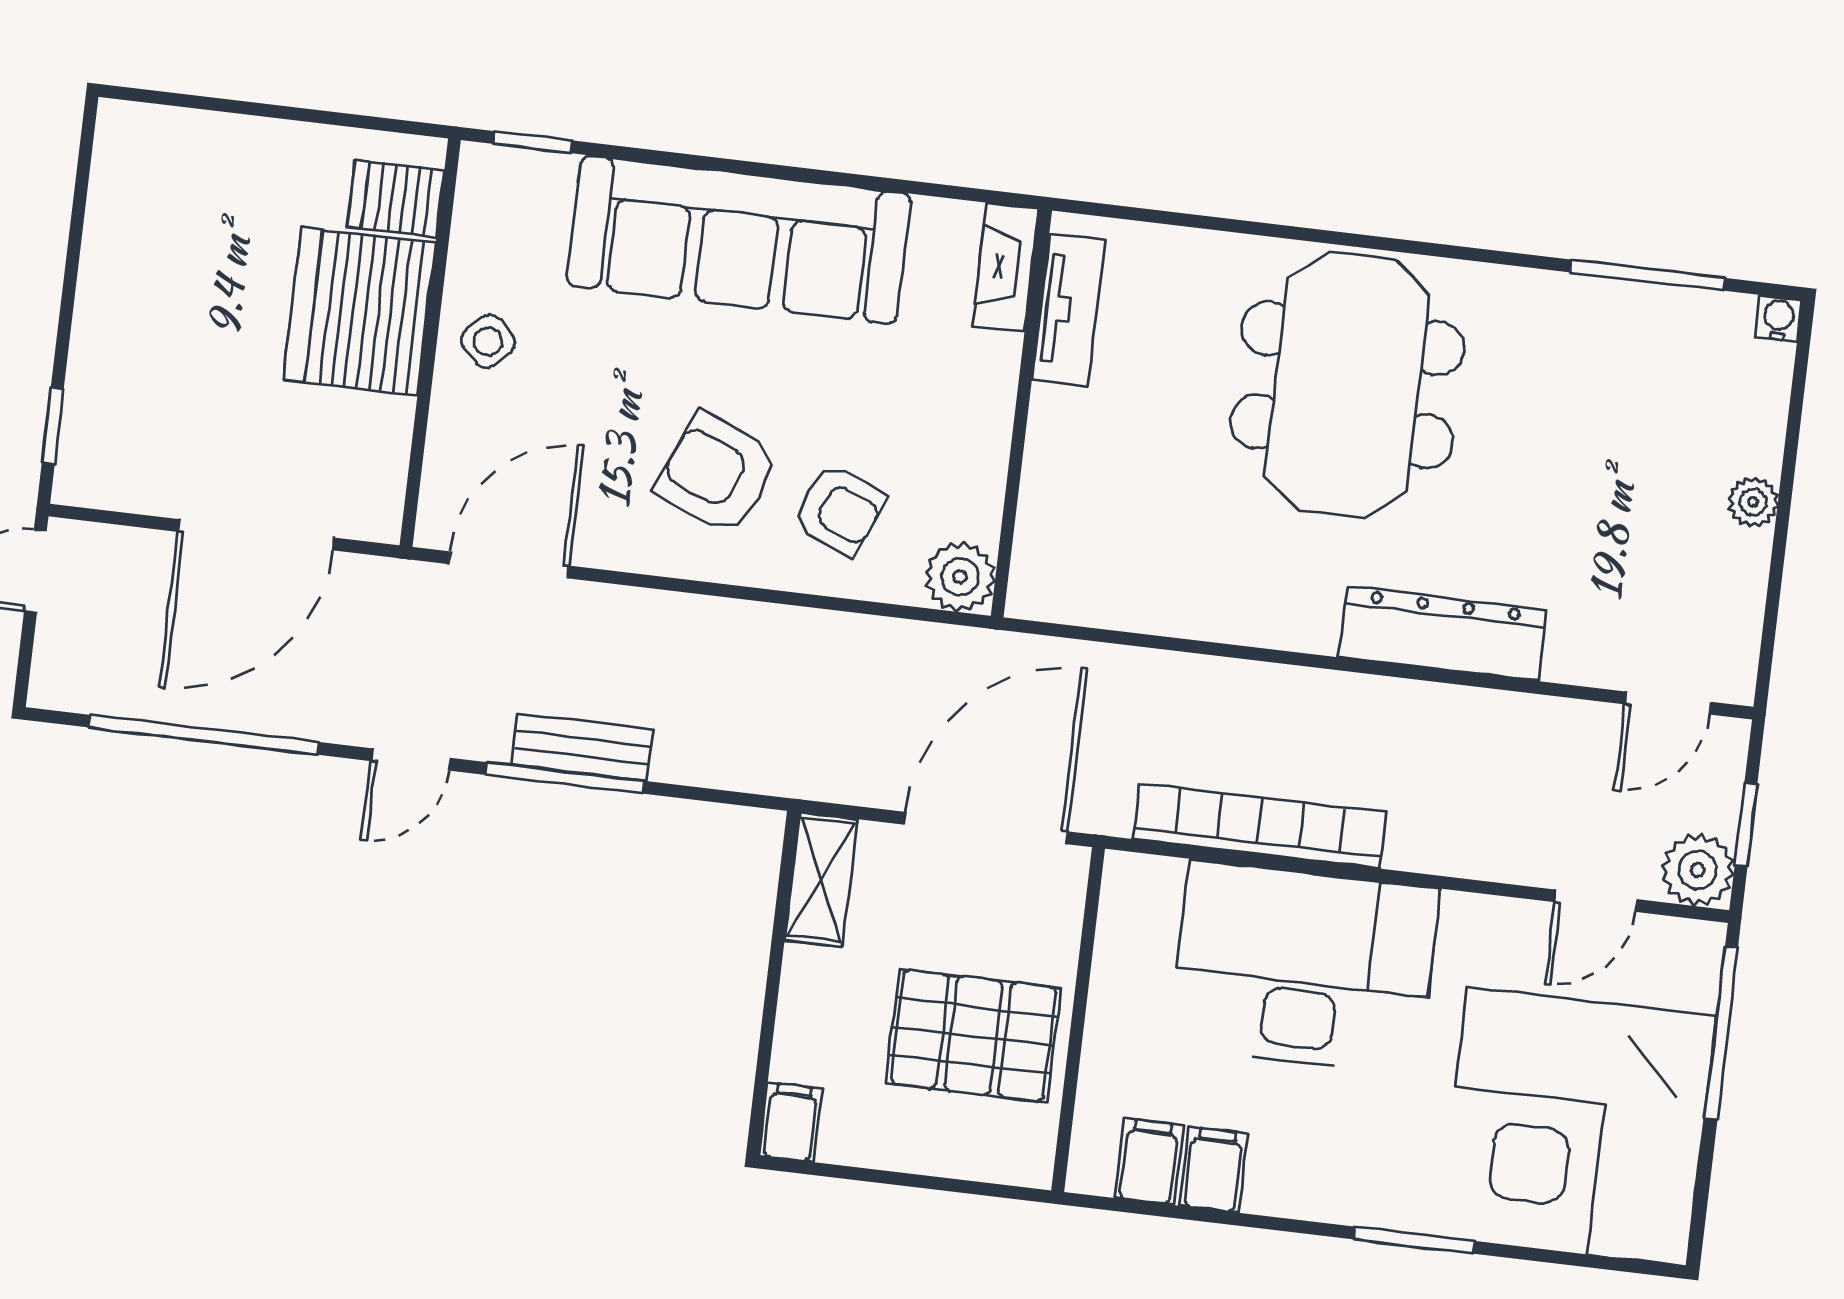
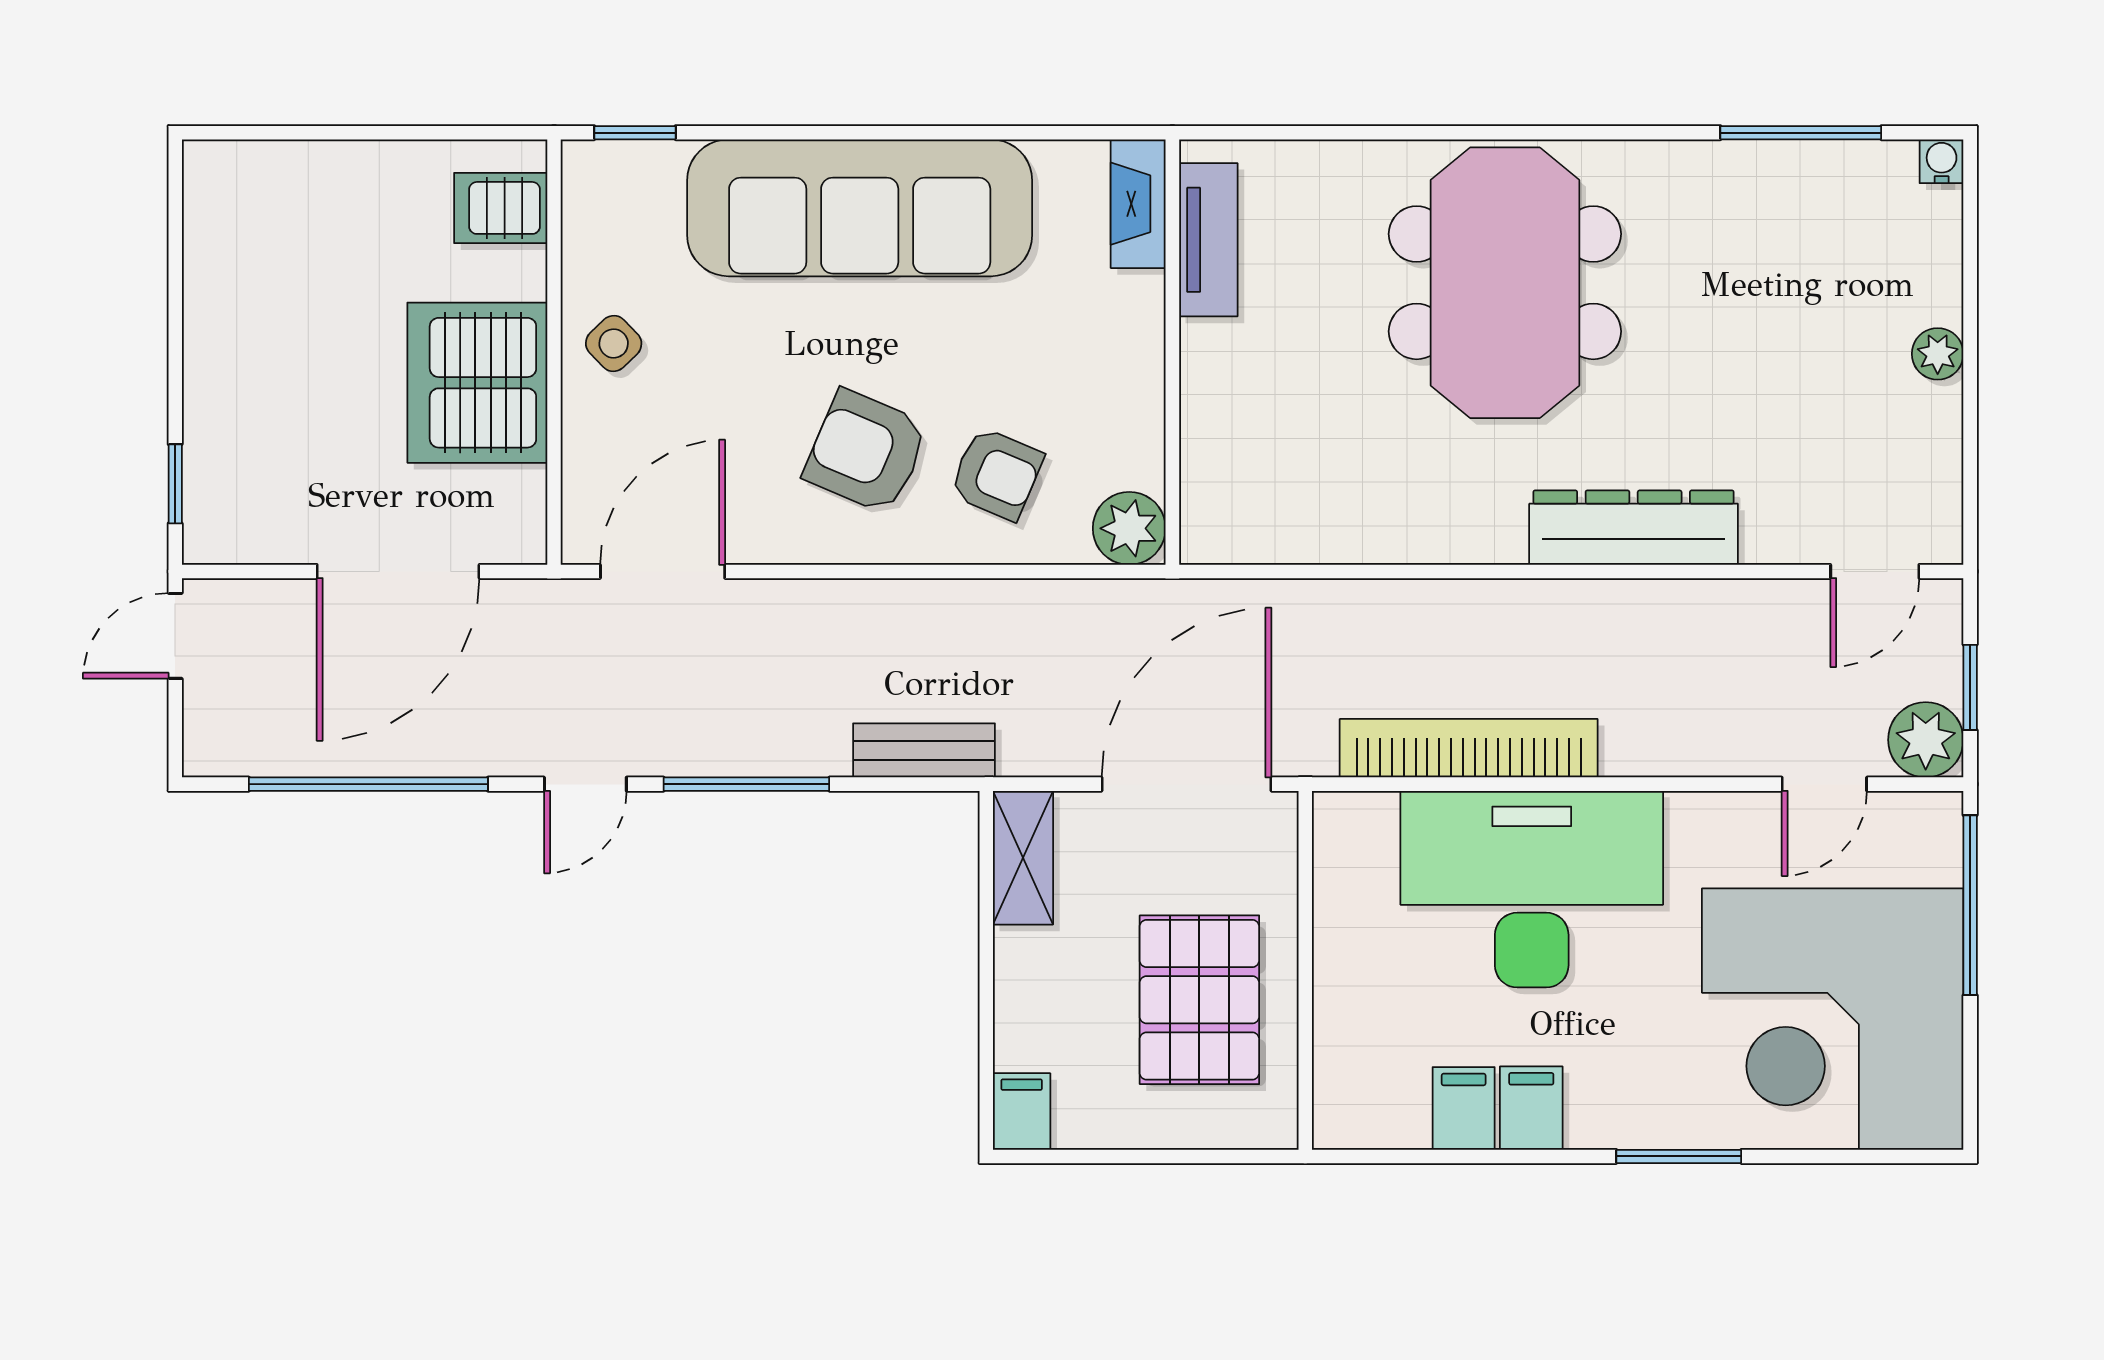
server rack: (359, 311) -> (477, 383), moved
bench: (582, 747) -> (924, 750), moved
pallet: (973, 1036) -> (1199, 1000), turned 90
filing cabinet: (1149, 1162) -> (1531, 1108), moved

